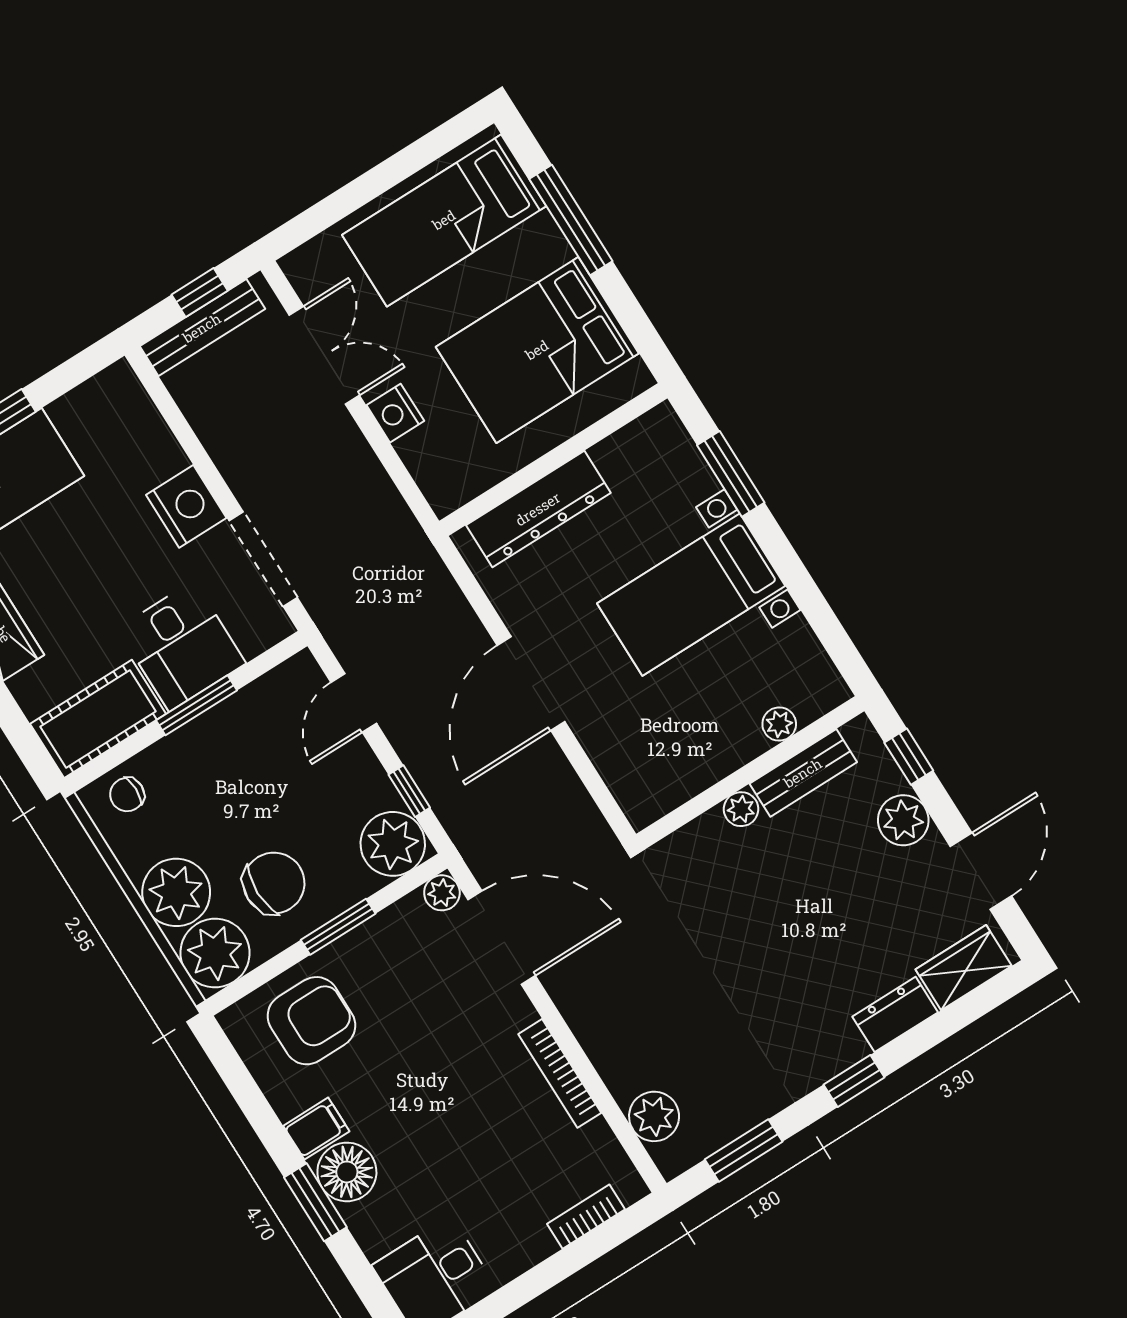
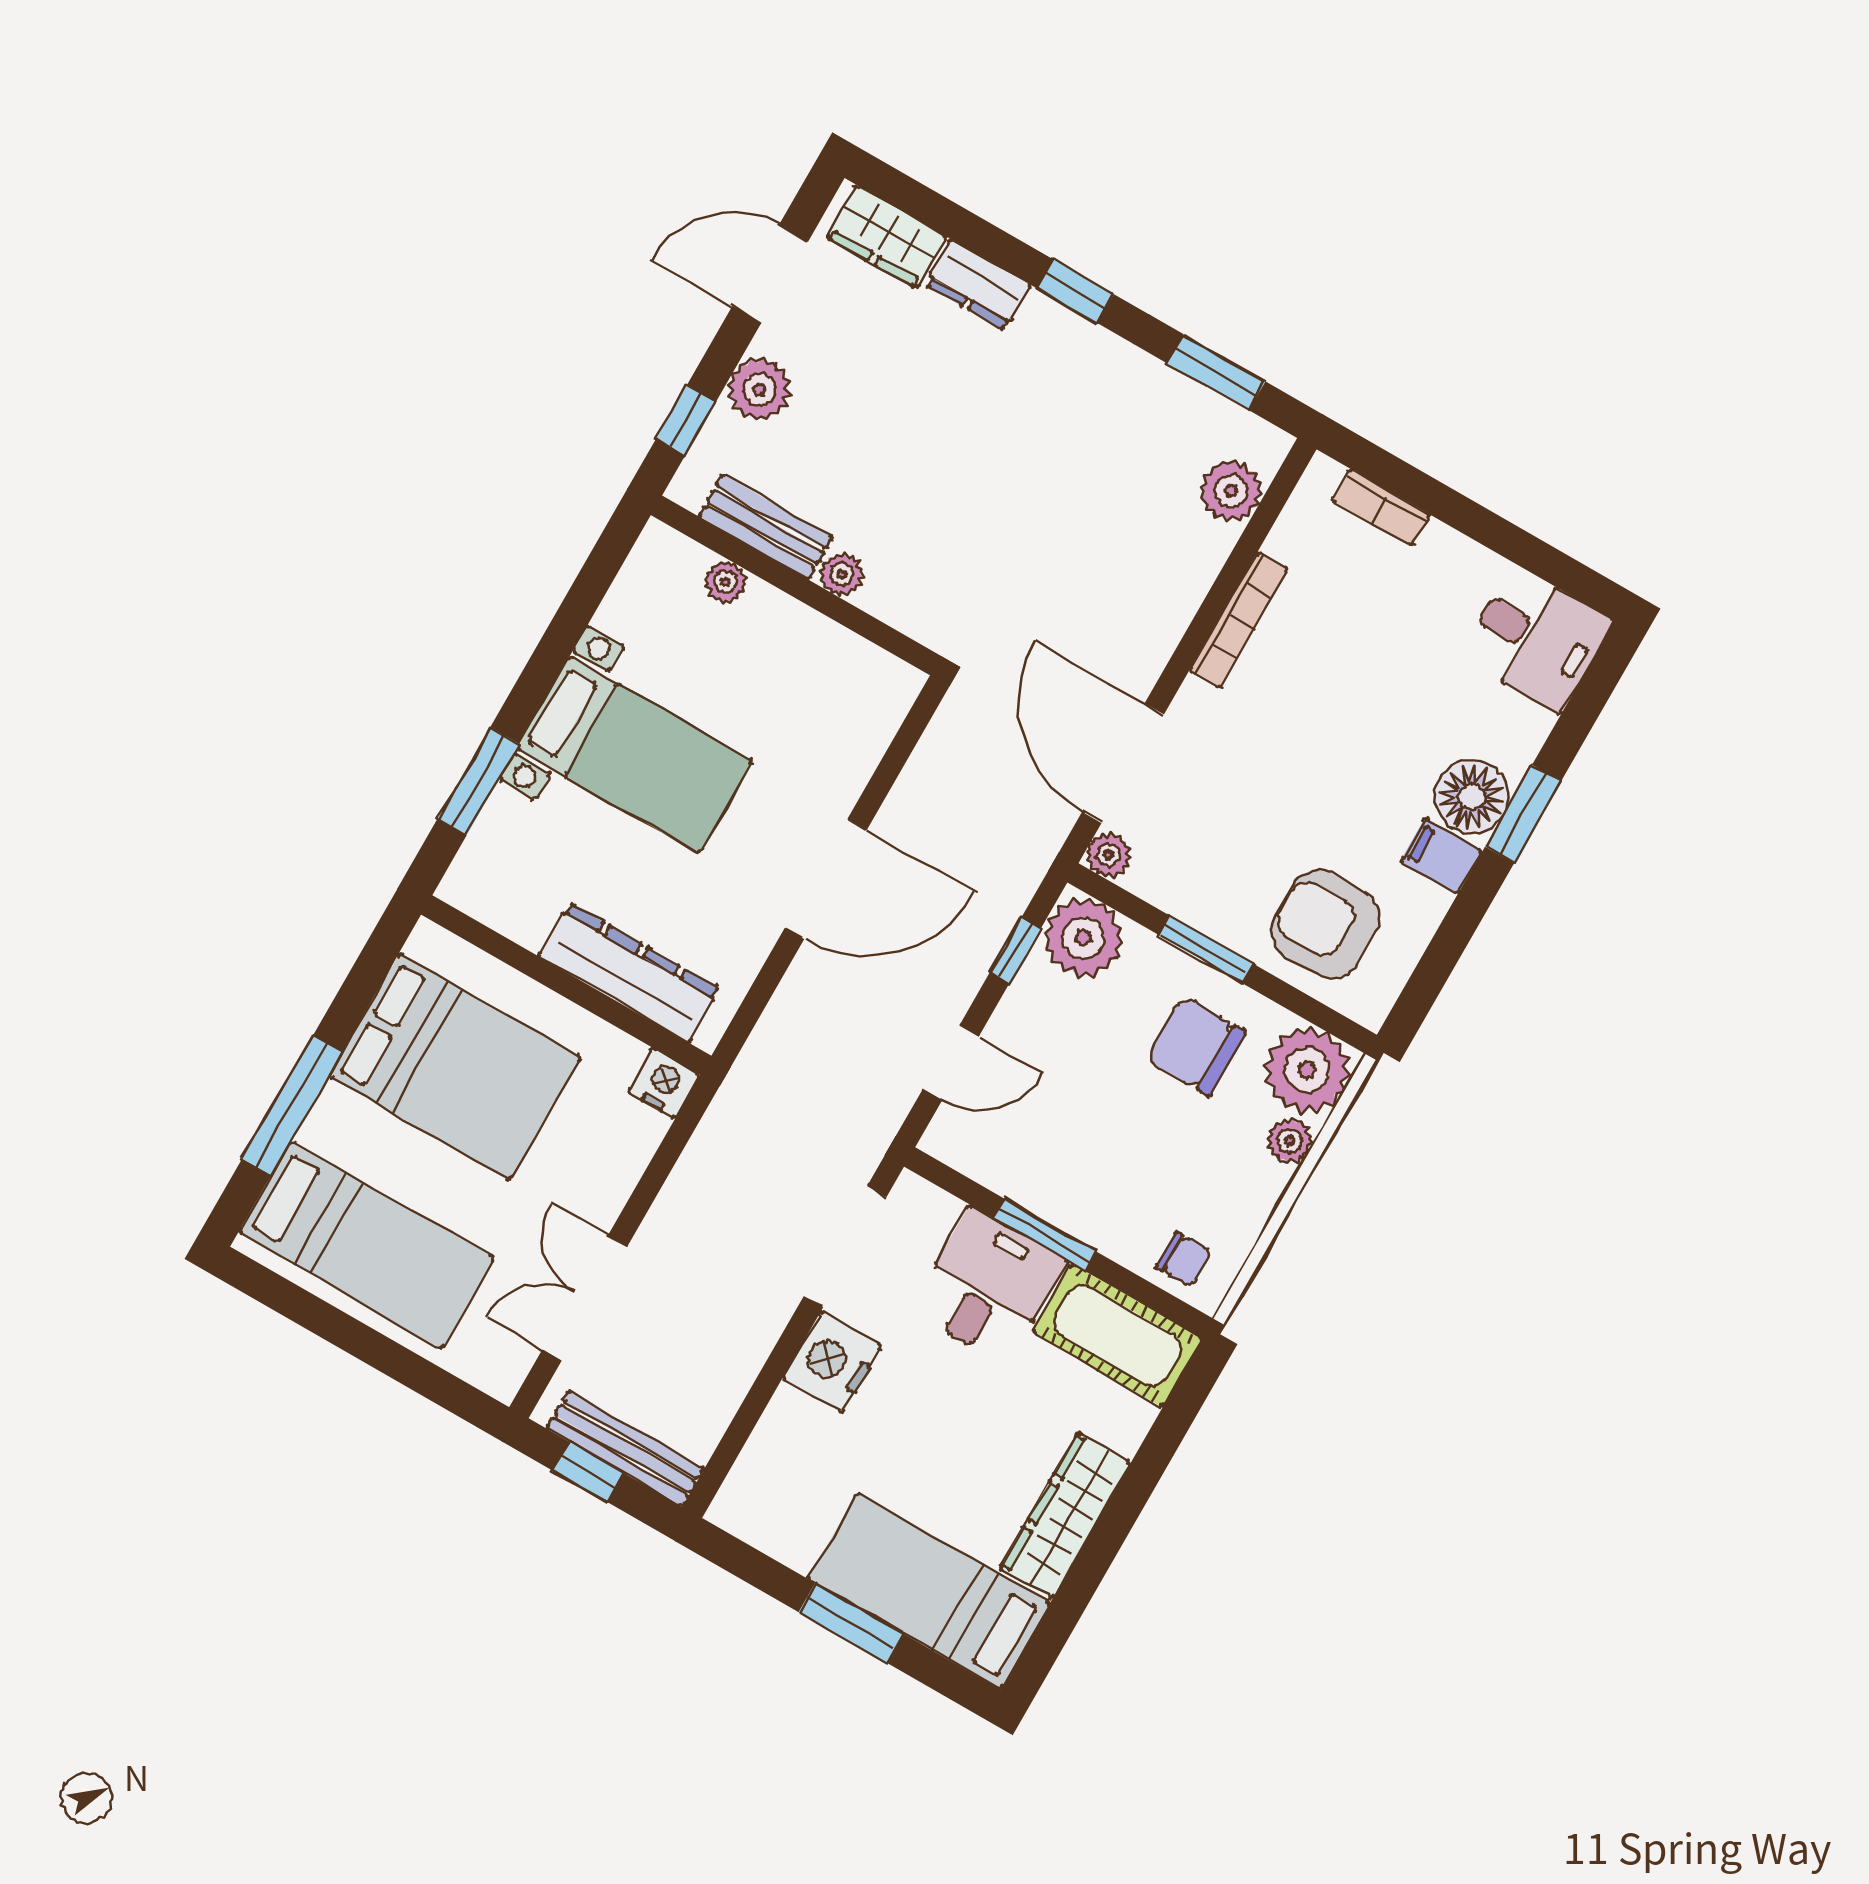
nightstand: (395, 413) -> (664, 1083), moved, turned -90
plant: (176, 892) -> (1290, 1141), width x0.53, depth x0.53

